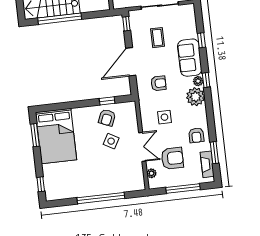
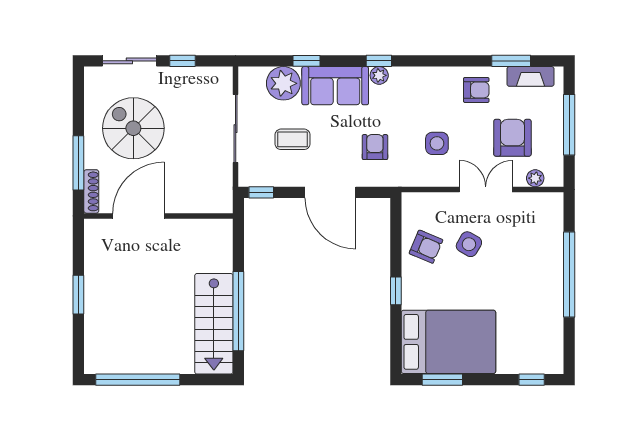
plant: (196, 97) -> (283, 83), moved
window: (107, 101) -> (396, 291), moved

